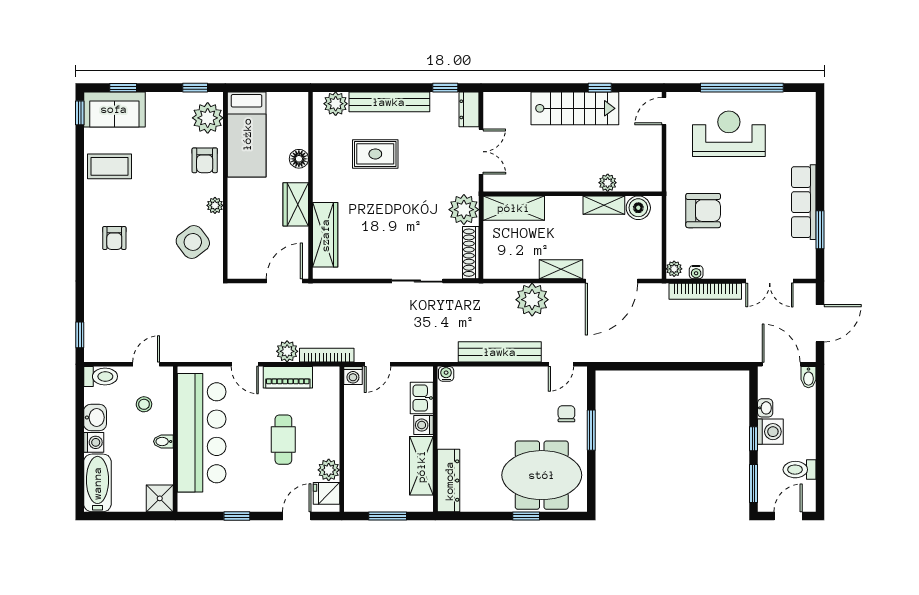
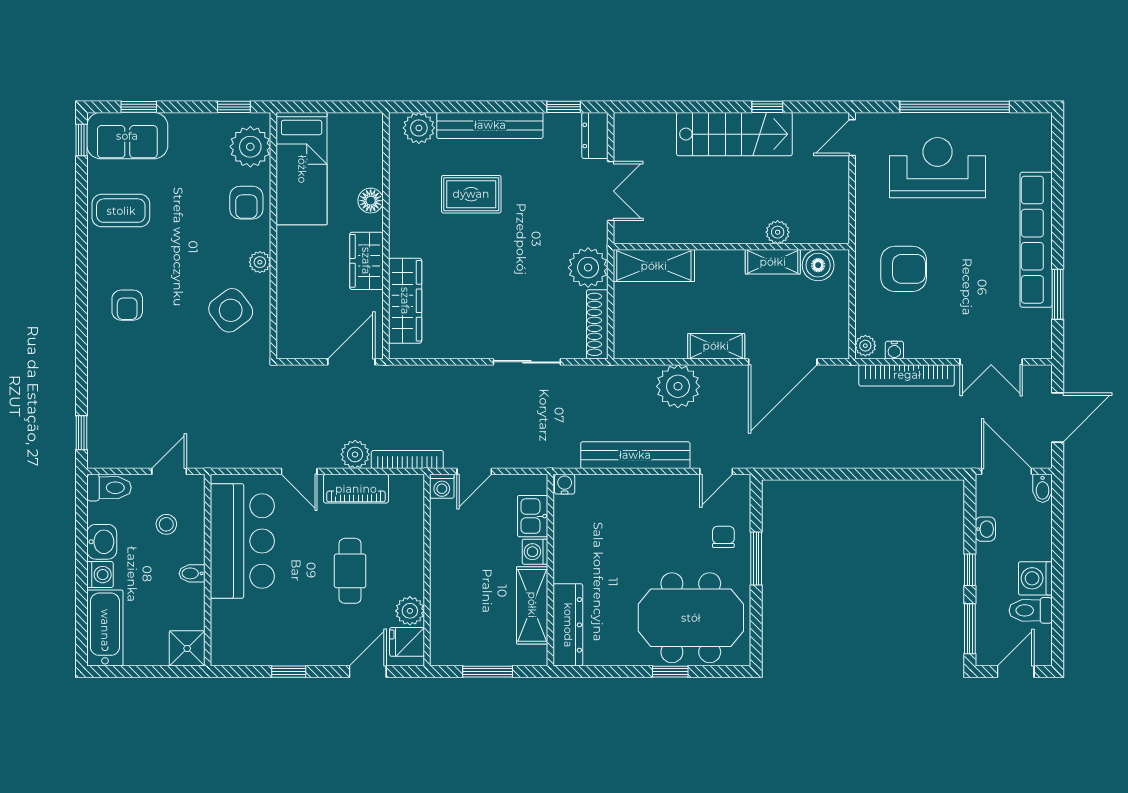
row of seats: (804, 202) -> (1036, 240), width x1.36
washing machine: (770, 432) -> (1035, 578), moved, turned 180
bar counter: (202, 433) -> (242, 541), width x0.73

